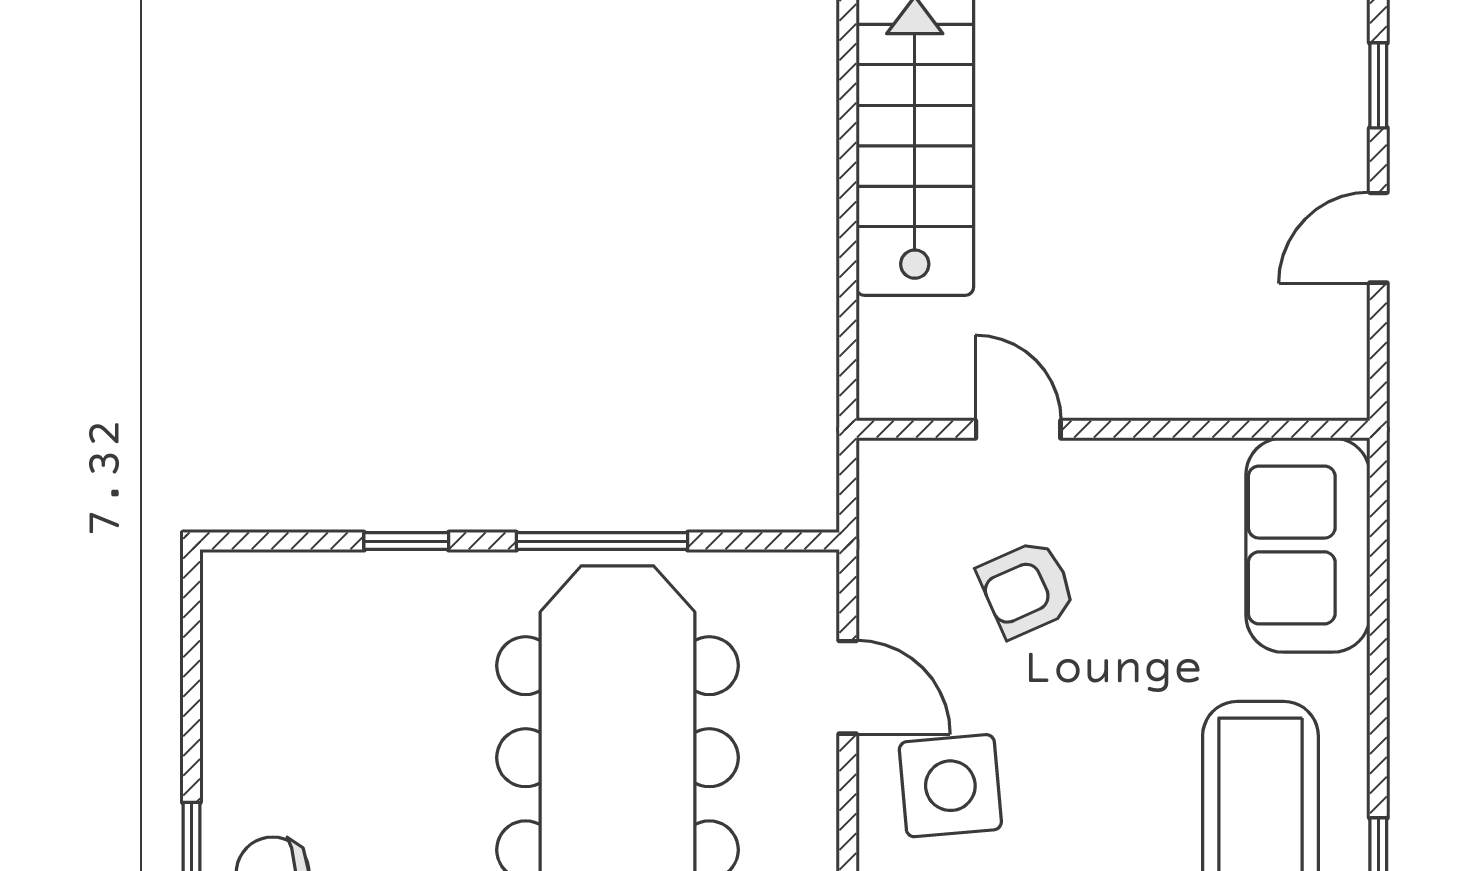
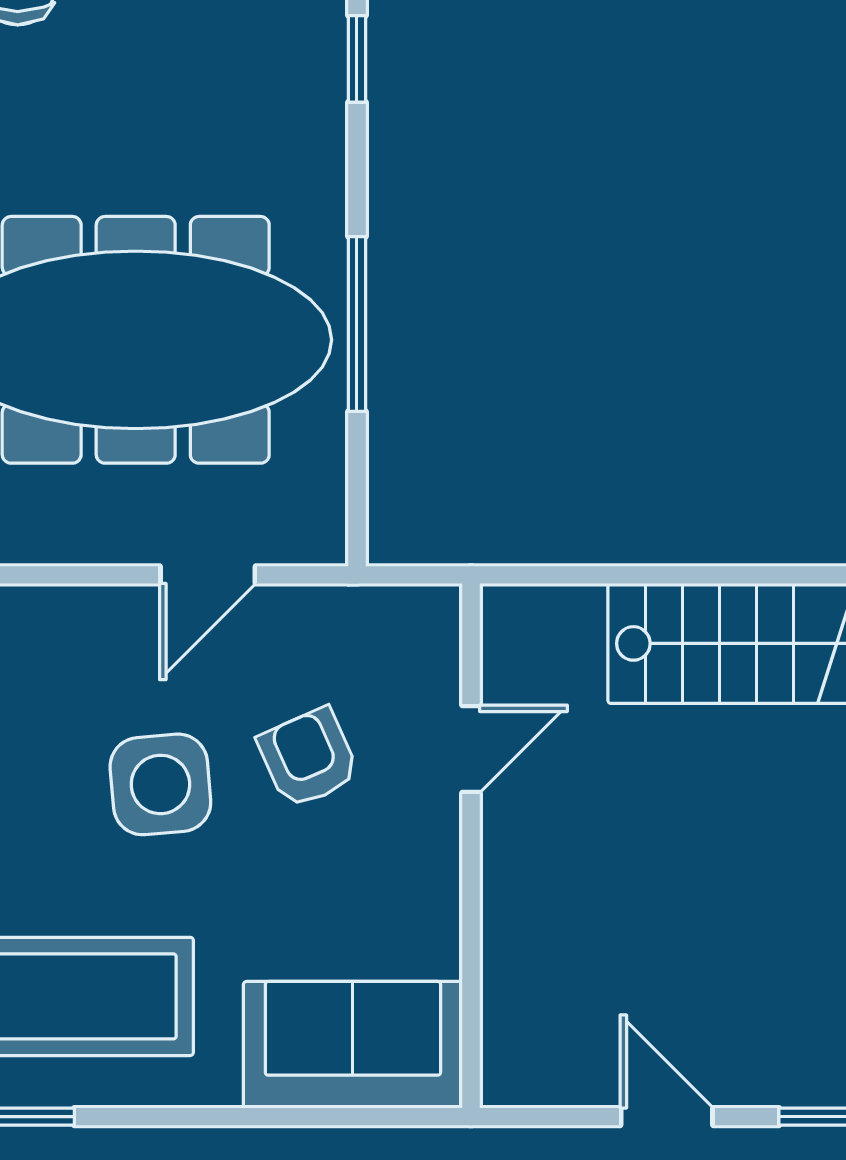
window: (406, 541) -> (357, 59), moved
side table: (950, 786) -> (160, 784), moved

